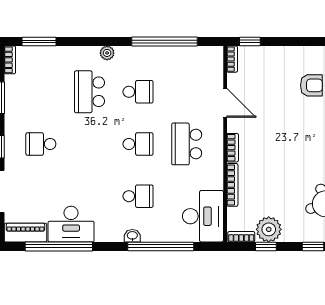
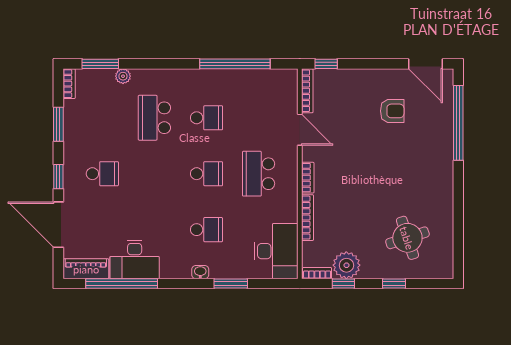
plant: (107, 53) -> (123, 76), moved
bookcase: (232, 59) -> (307, 91), width x1.56
school desk: (41, 144) -> (102, 174), turned 180
window: (161, 246) -> (231, 284), width x0.47

